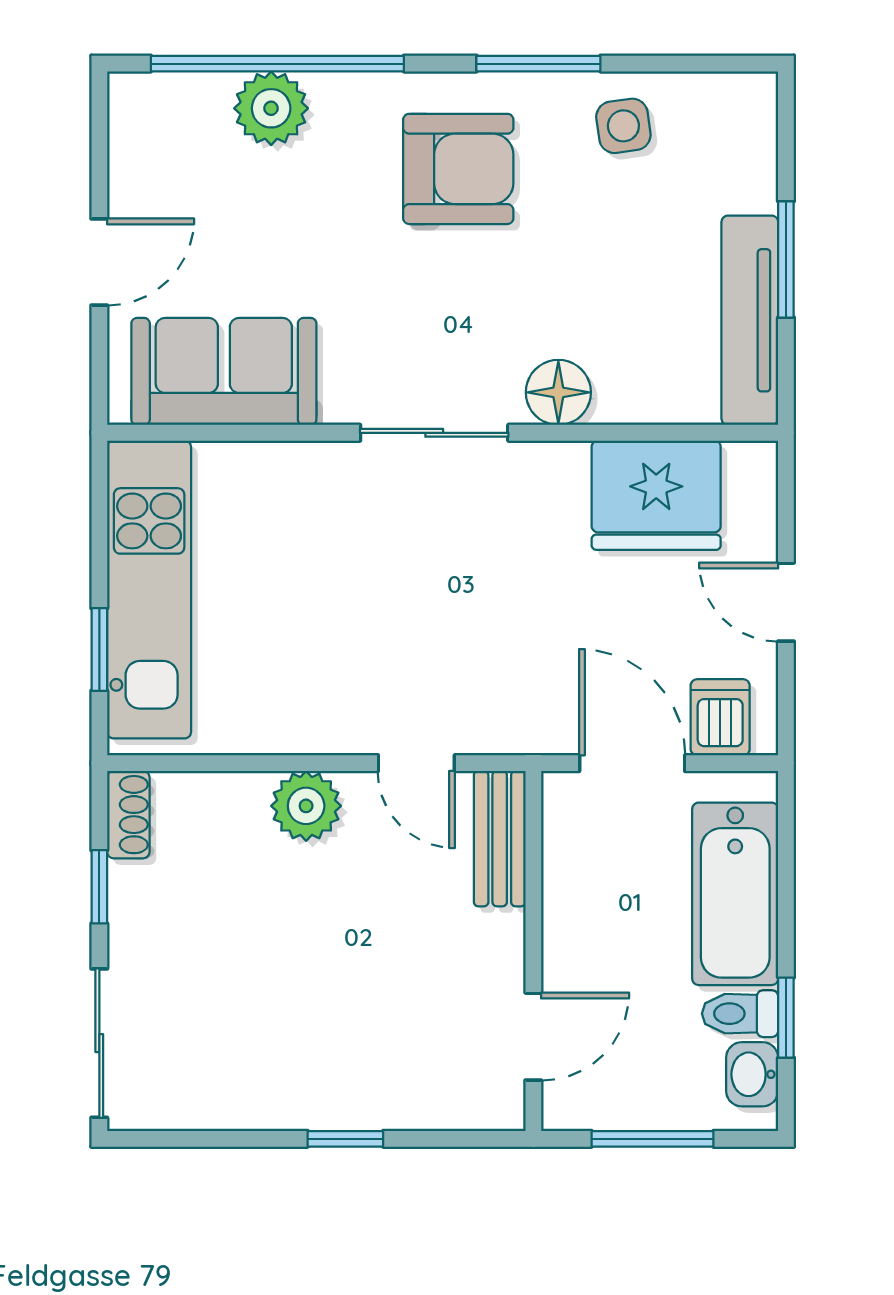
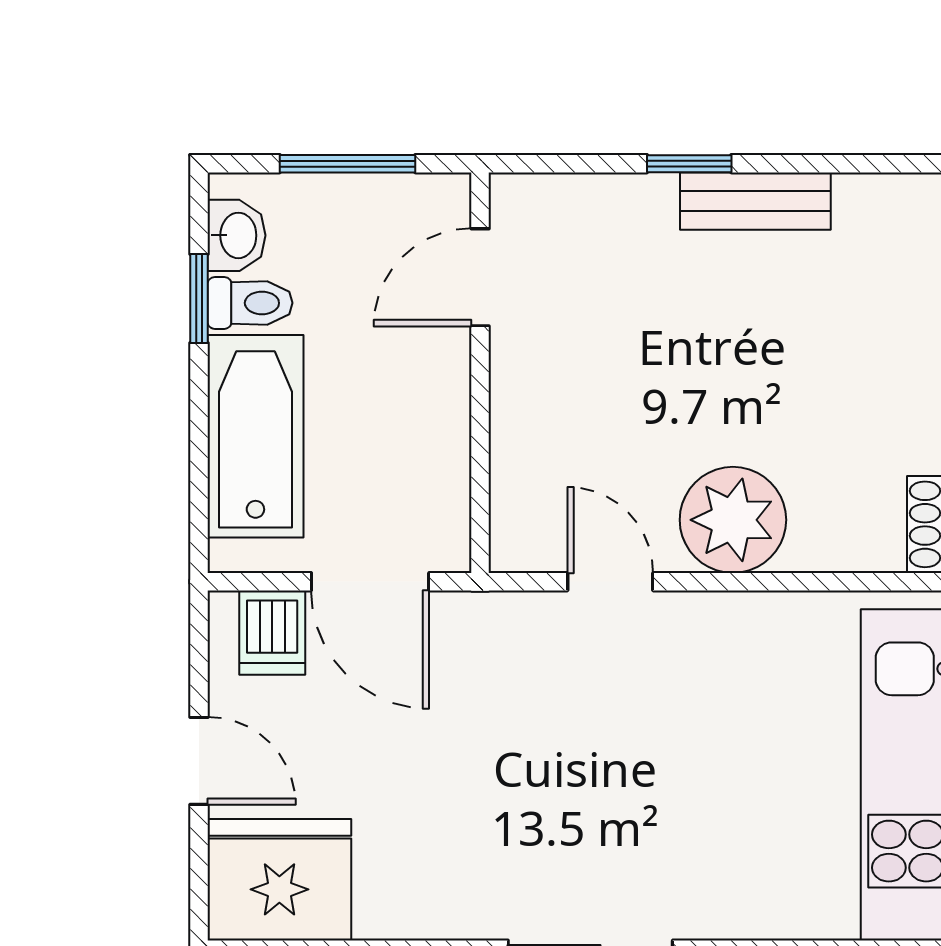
fridge: (656, 495) -> (279, 880), moved
plant: (306, 806) -> (733, 520), width x1.36, depth x1.36
bench: (500, 839) -> (755, 201), moved, turned 90

